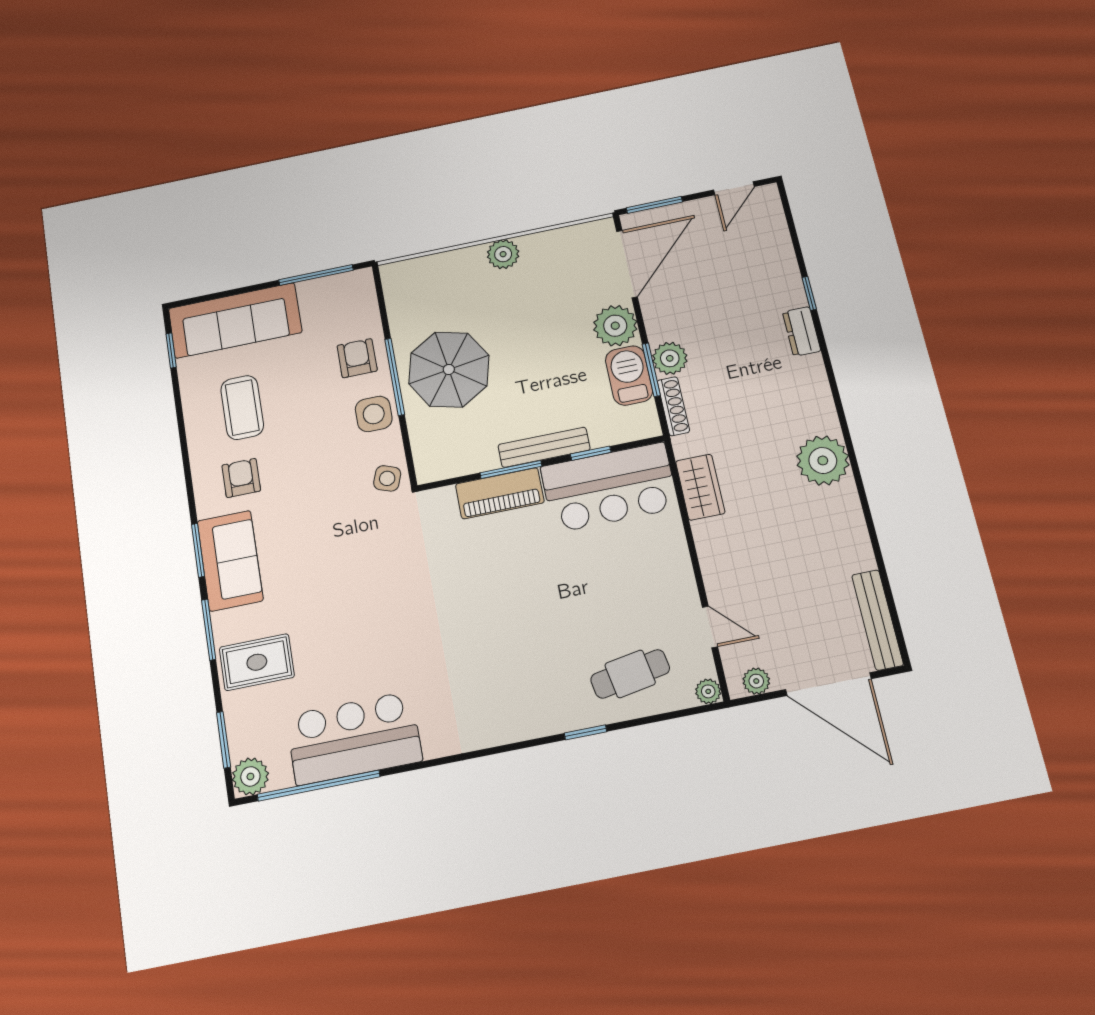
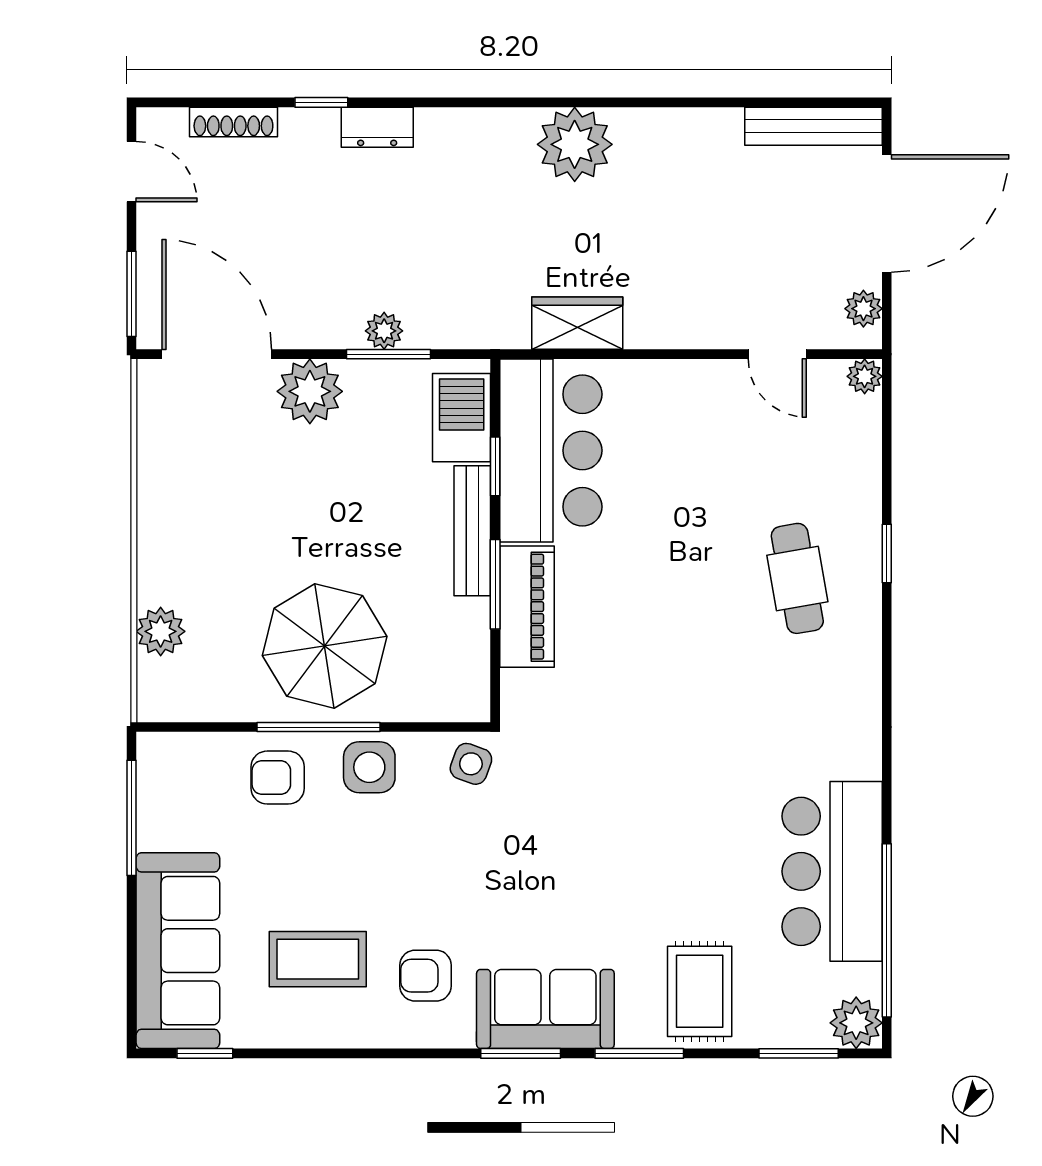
plant: (503, 254) -> (161, 631), moved
plant: (670, 358) -> (384, 331), width x0.73, depth x0.73
barbecue: (629, 375) -> (462, 418), moved, turned 90
shoe rack: (673, 406) -> (233, 122), moved, turned 180
door: (710, 627) -> (777, 354), swing flipped
cafe table: (630, 674) -> (797, 578), moved

